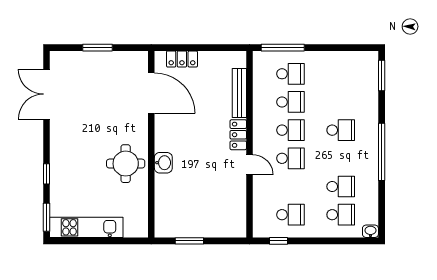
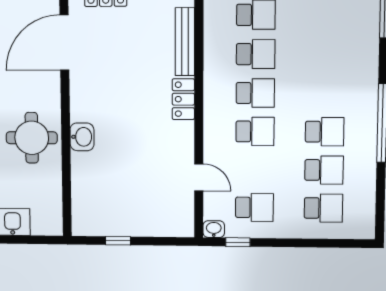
door: (151, 93) -> (64, 43), swing flipped
school desk: (341, 130) -> (325, 132), moved
door: (250, 165) -> (199, 177), moved
washbasin: (370, 231) -> (214, 229), moved
window: (189, 241) -> (118, 241), width x0.67

